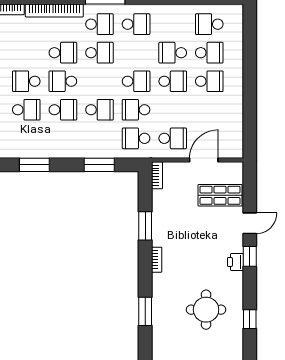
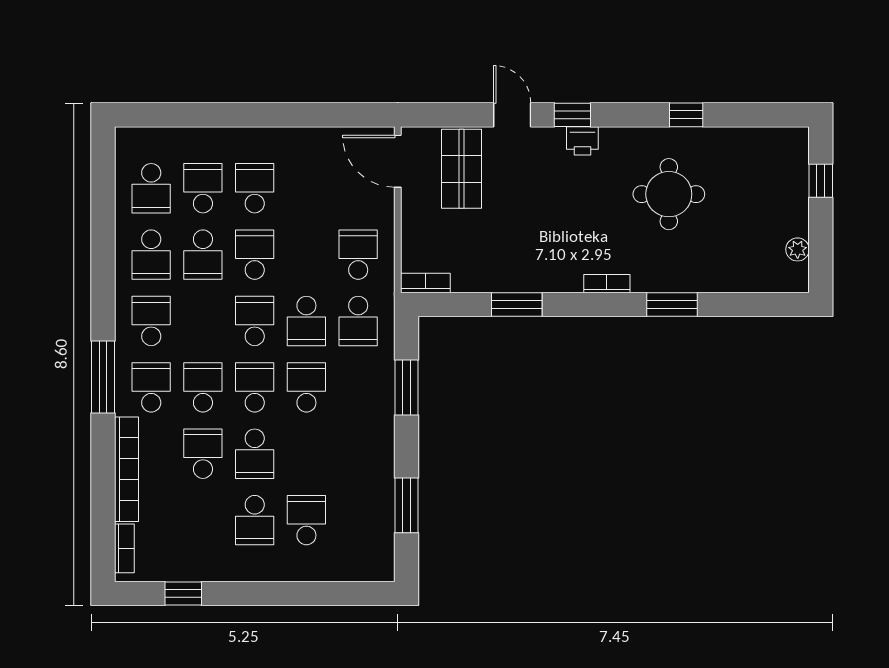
school desk: (173, 24) -> (151, 255), added
school desk: (63, 110) -> (255, 387), moved
door: (204, 160) -> (398, 161), moved
bookcase: (157, 260) -> (607, 284), moved

